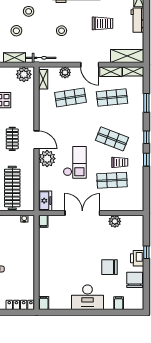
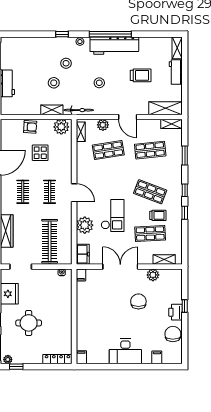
shelving: (111, 72) -> (164, 260), moved
plant: (47, 159) -> (85, 225), moved
chair: (110, 267) -> (138, 301), moved, turned 90

